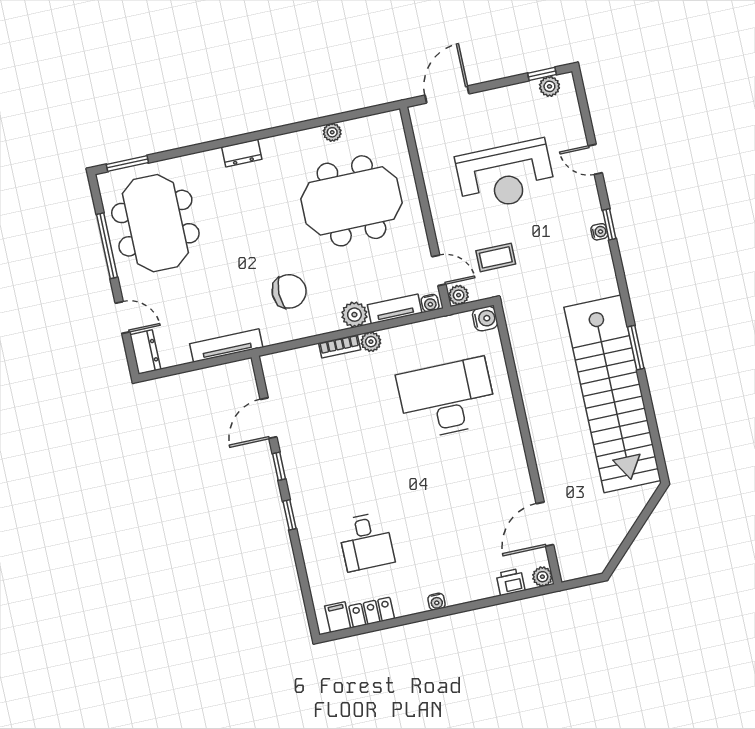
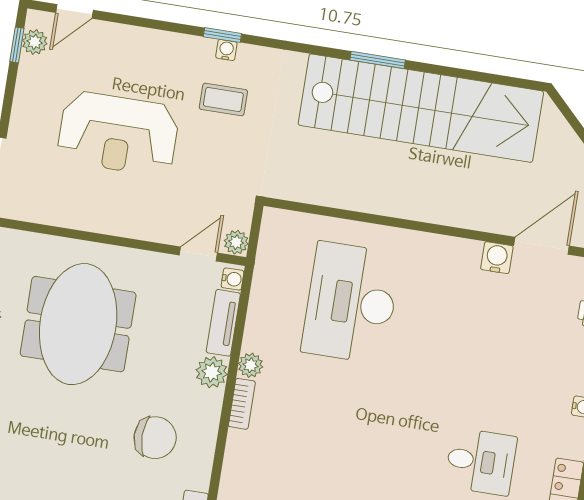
door: (595, 159) -> (74, 11), moved
reception desk: (505, 175) -> (118, 134), turned 90
coffee table: (496, 257) -> (223, 100), moved, turned 90
chair: (289, 291) -> (155, 438), turned 90
water cooler: (485, 319) -> (497, 258), moved
door: (545, 524) -> (542, 246), swing flipped

